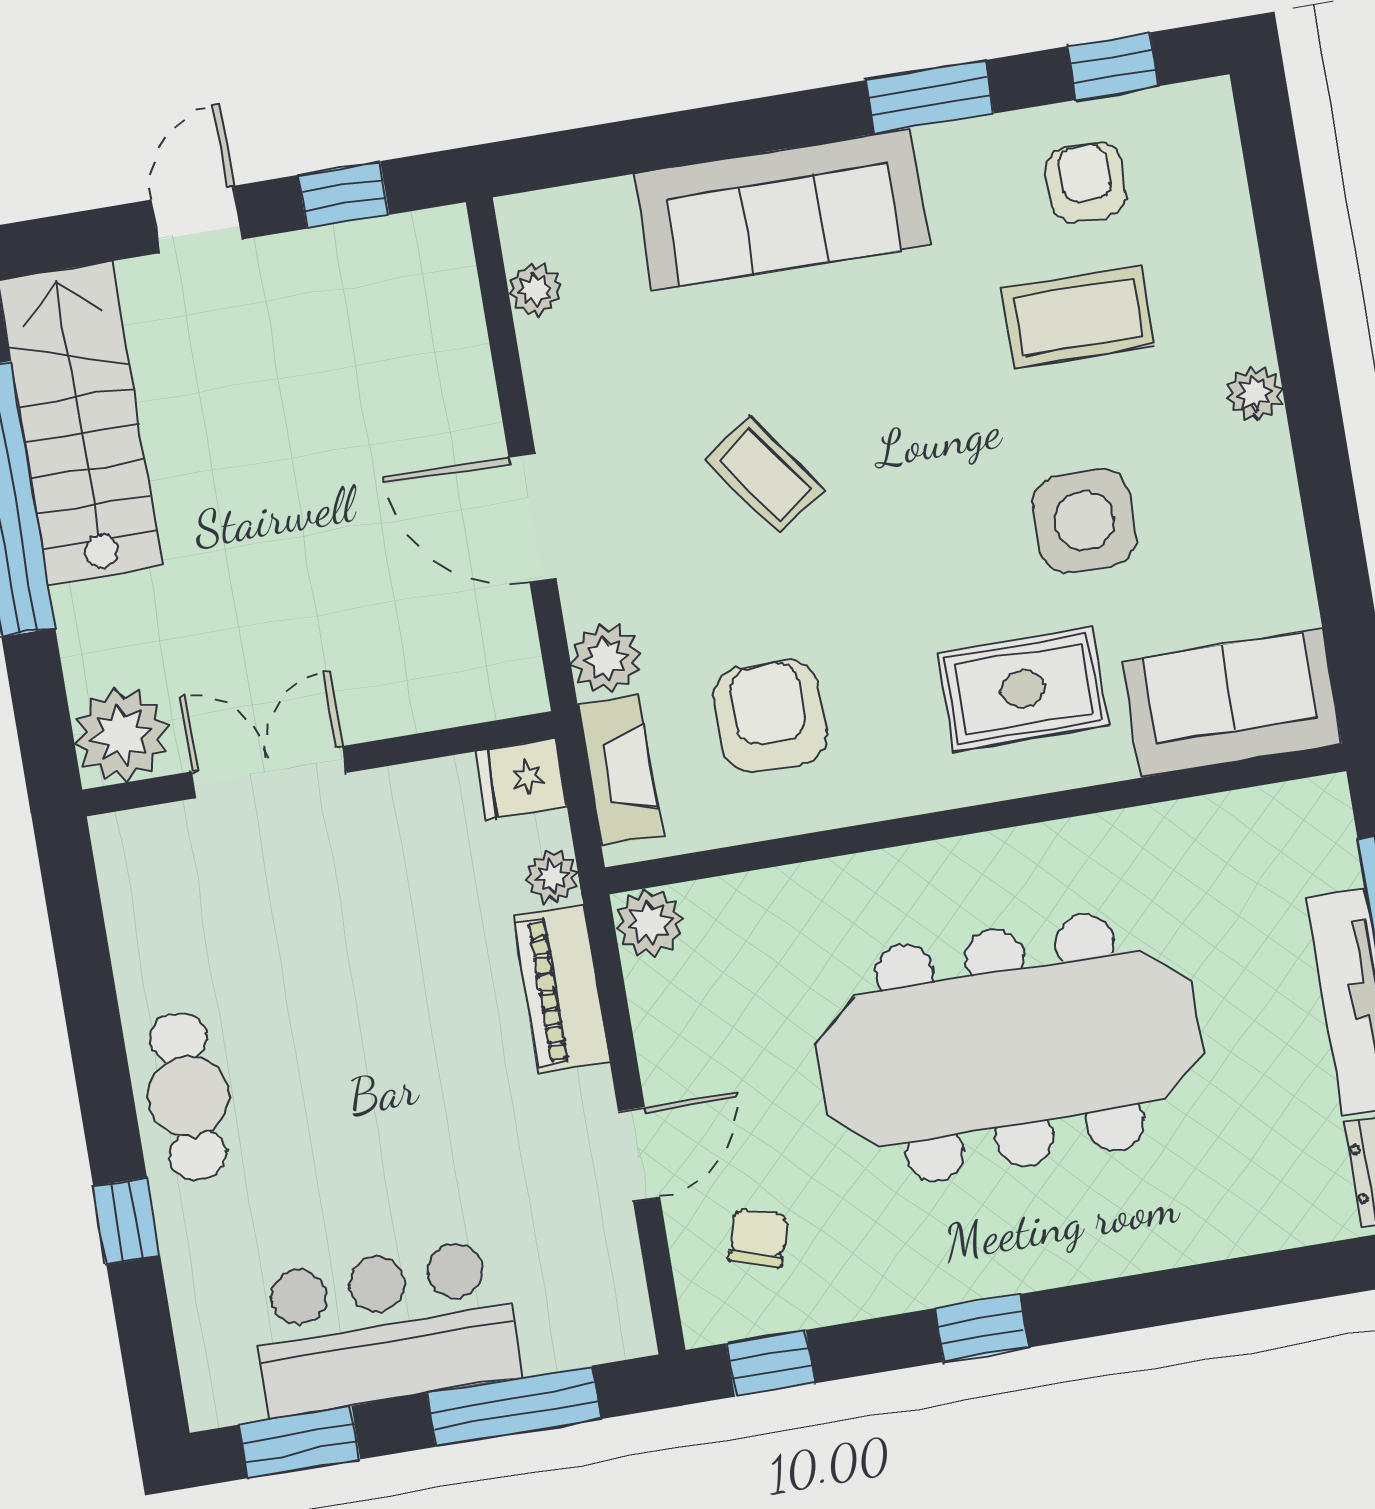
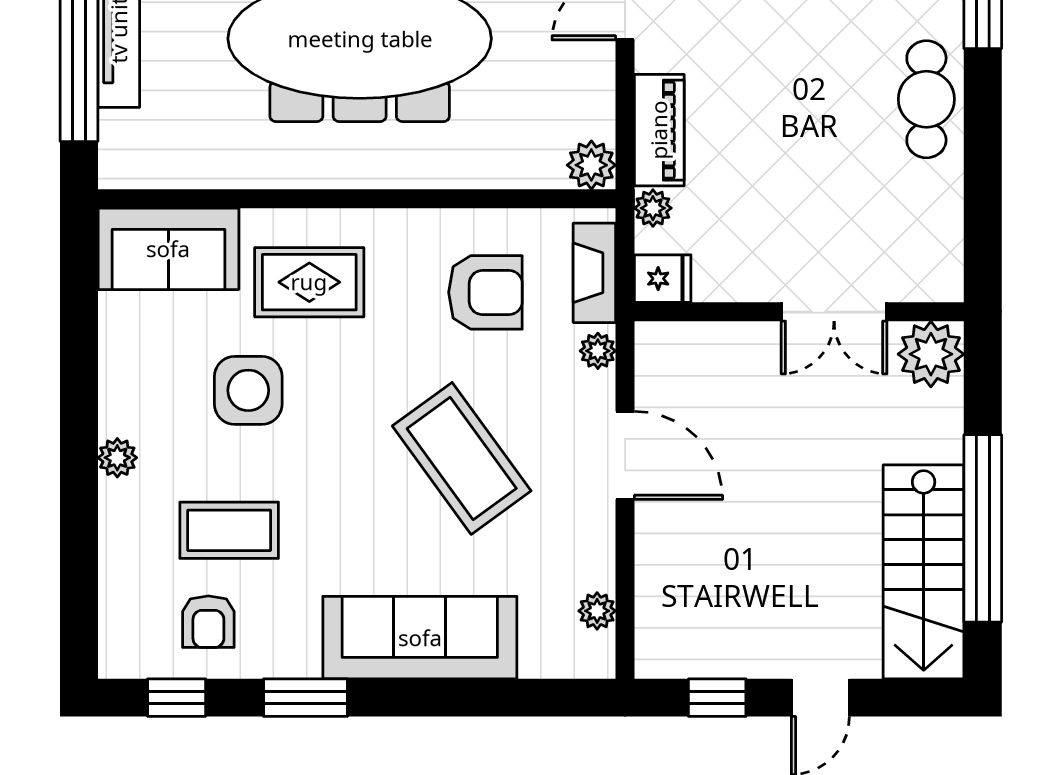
coffee table: (764, 475) -> (462, 458), width x1.86, depth x1.72
plant: (606, 659) -> (598, 351), width x0.73, depth x0.73
armchair: (770, 716) -> (485, 292), turned -90

